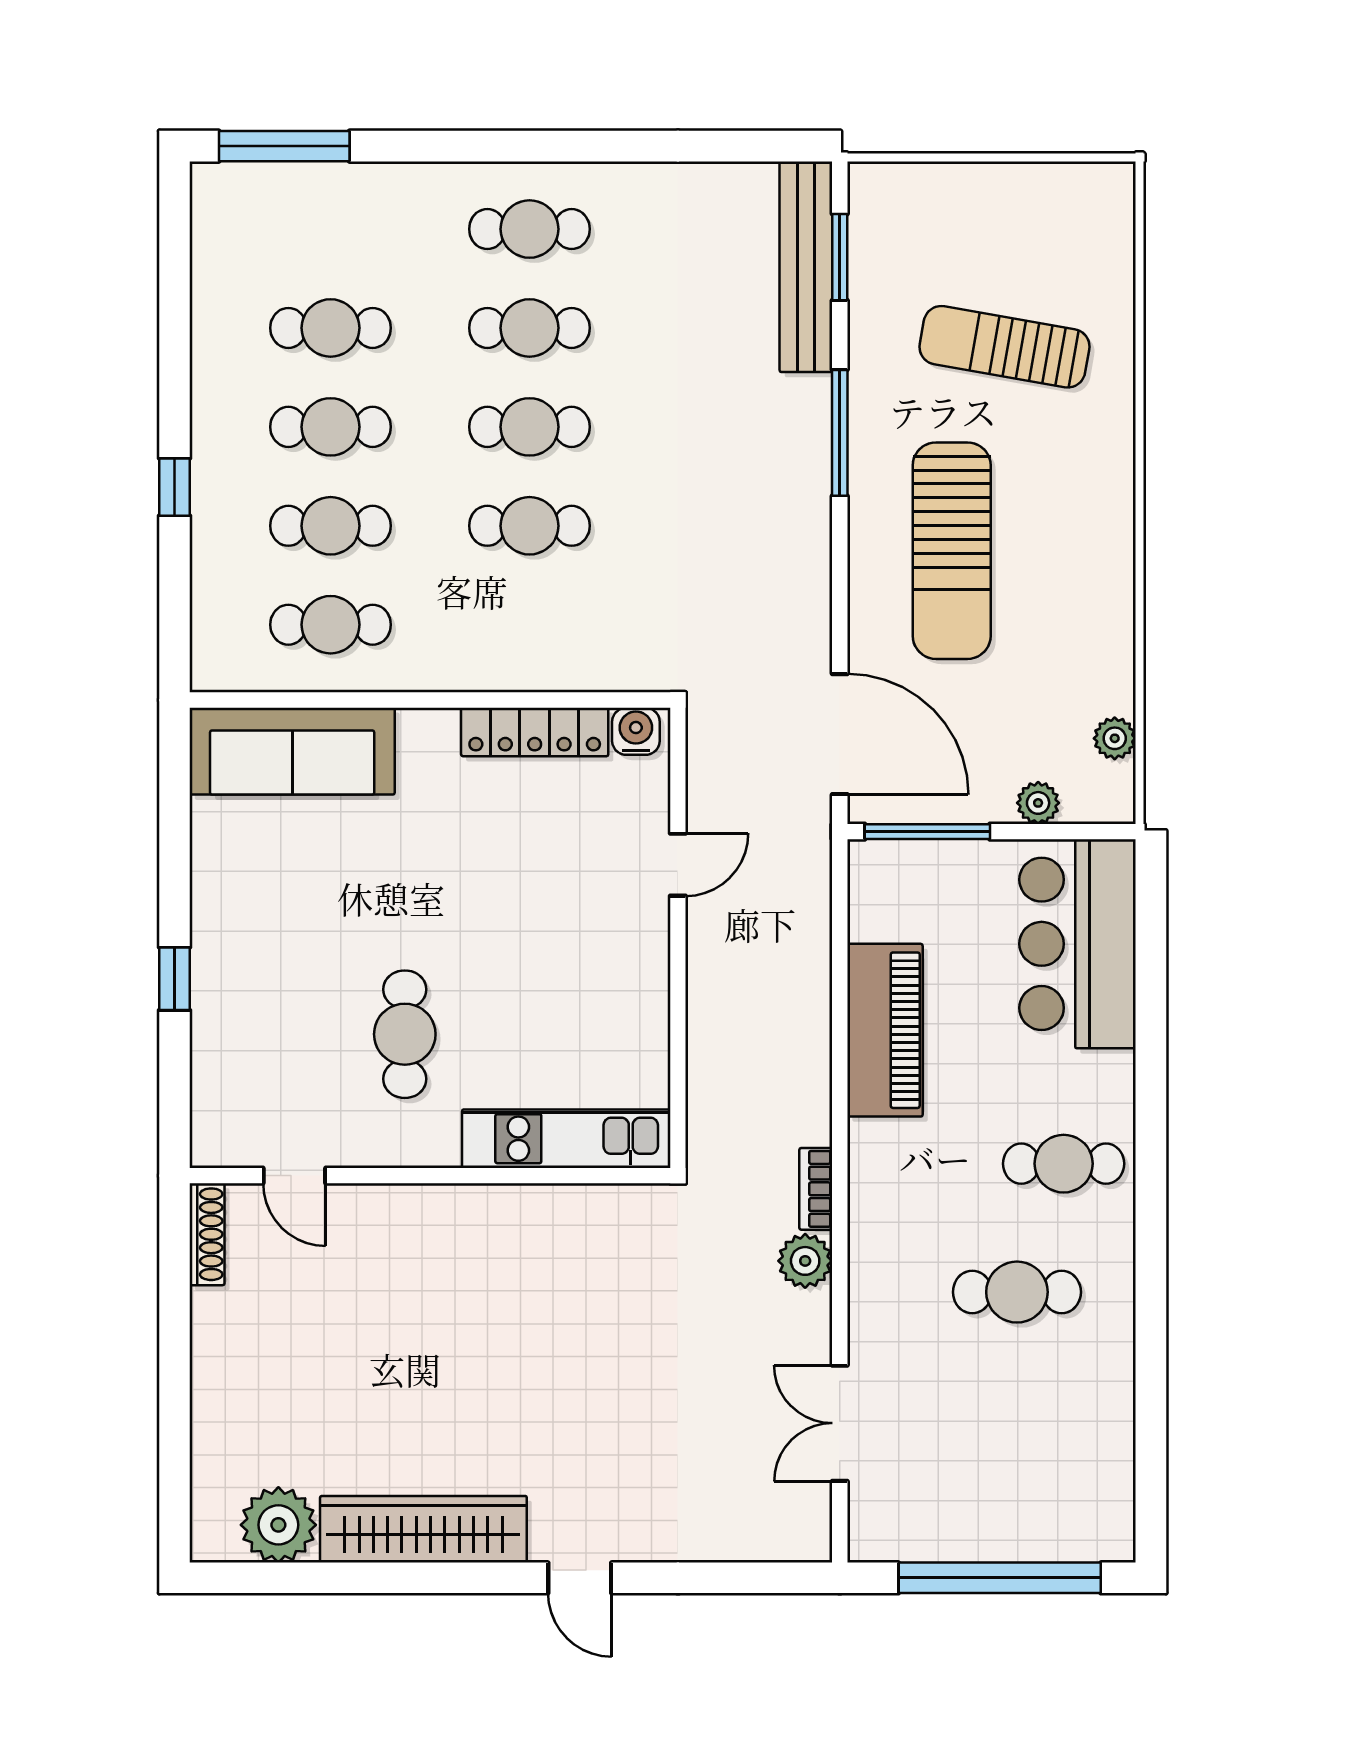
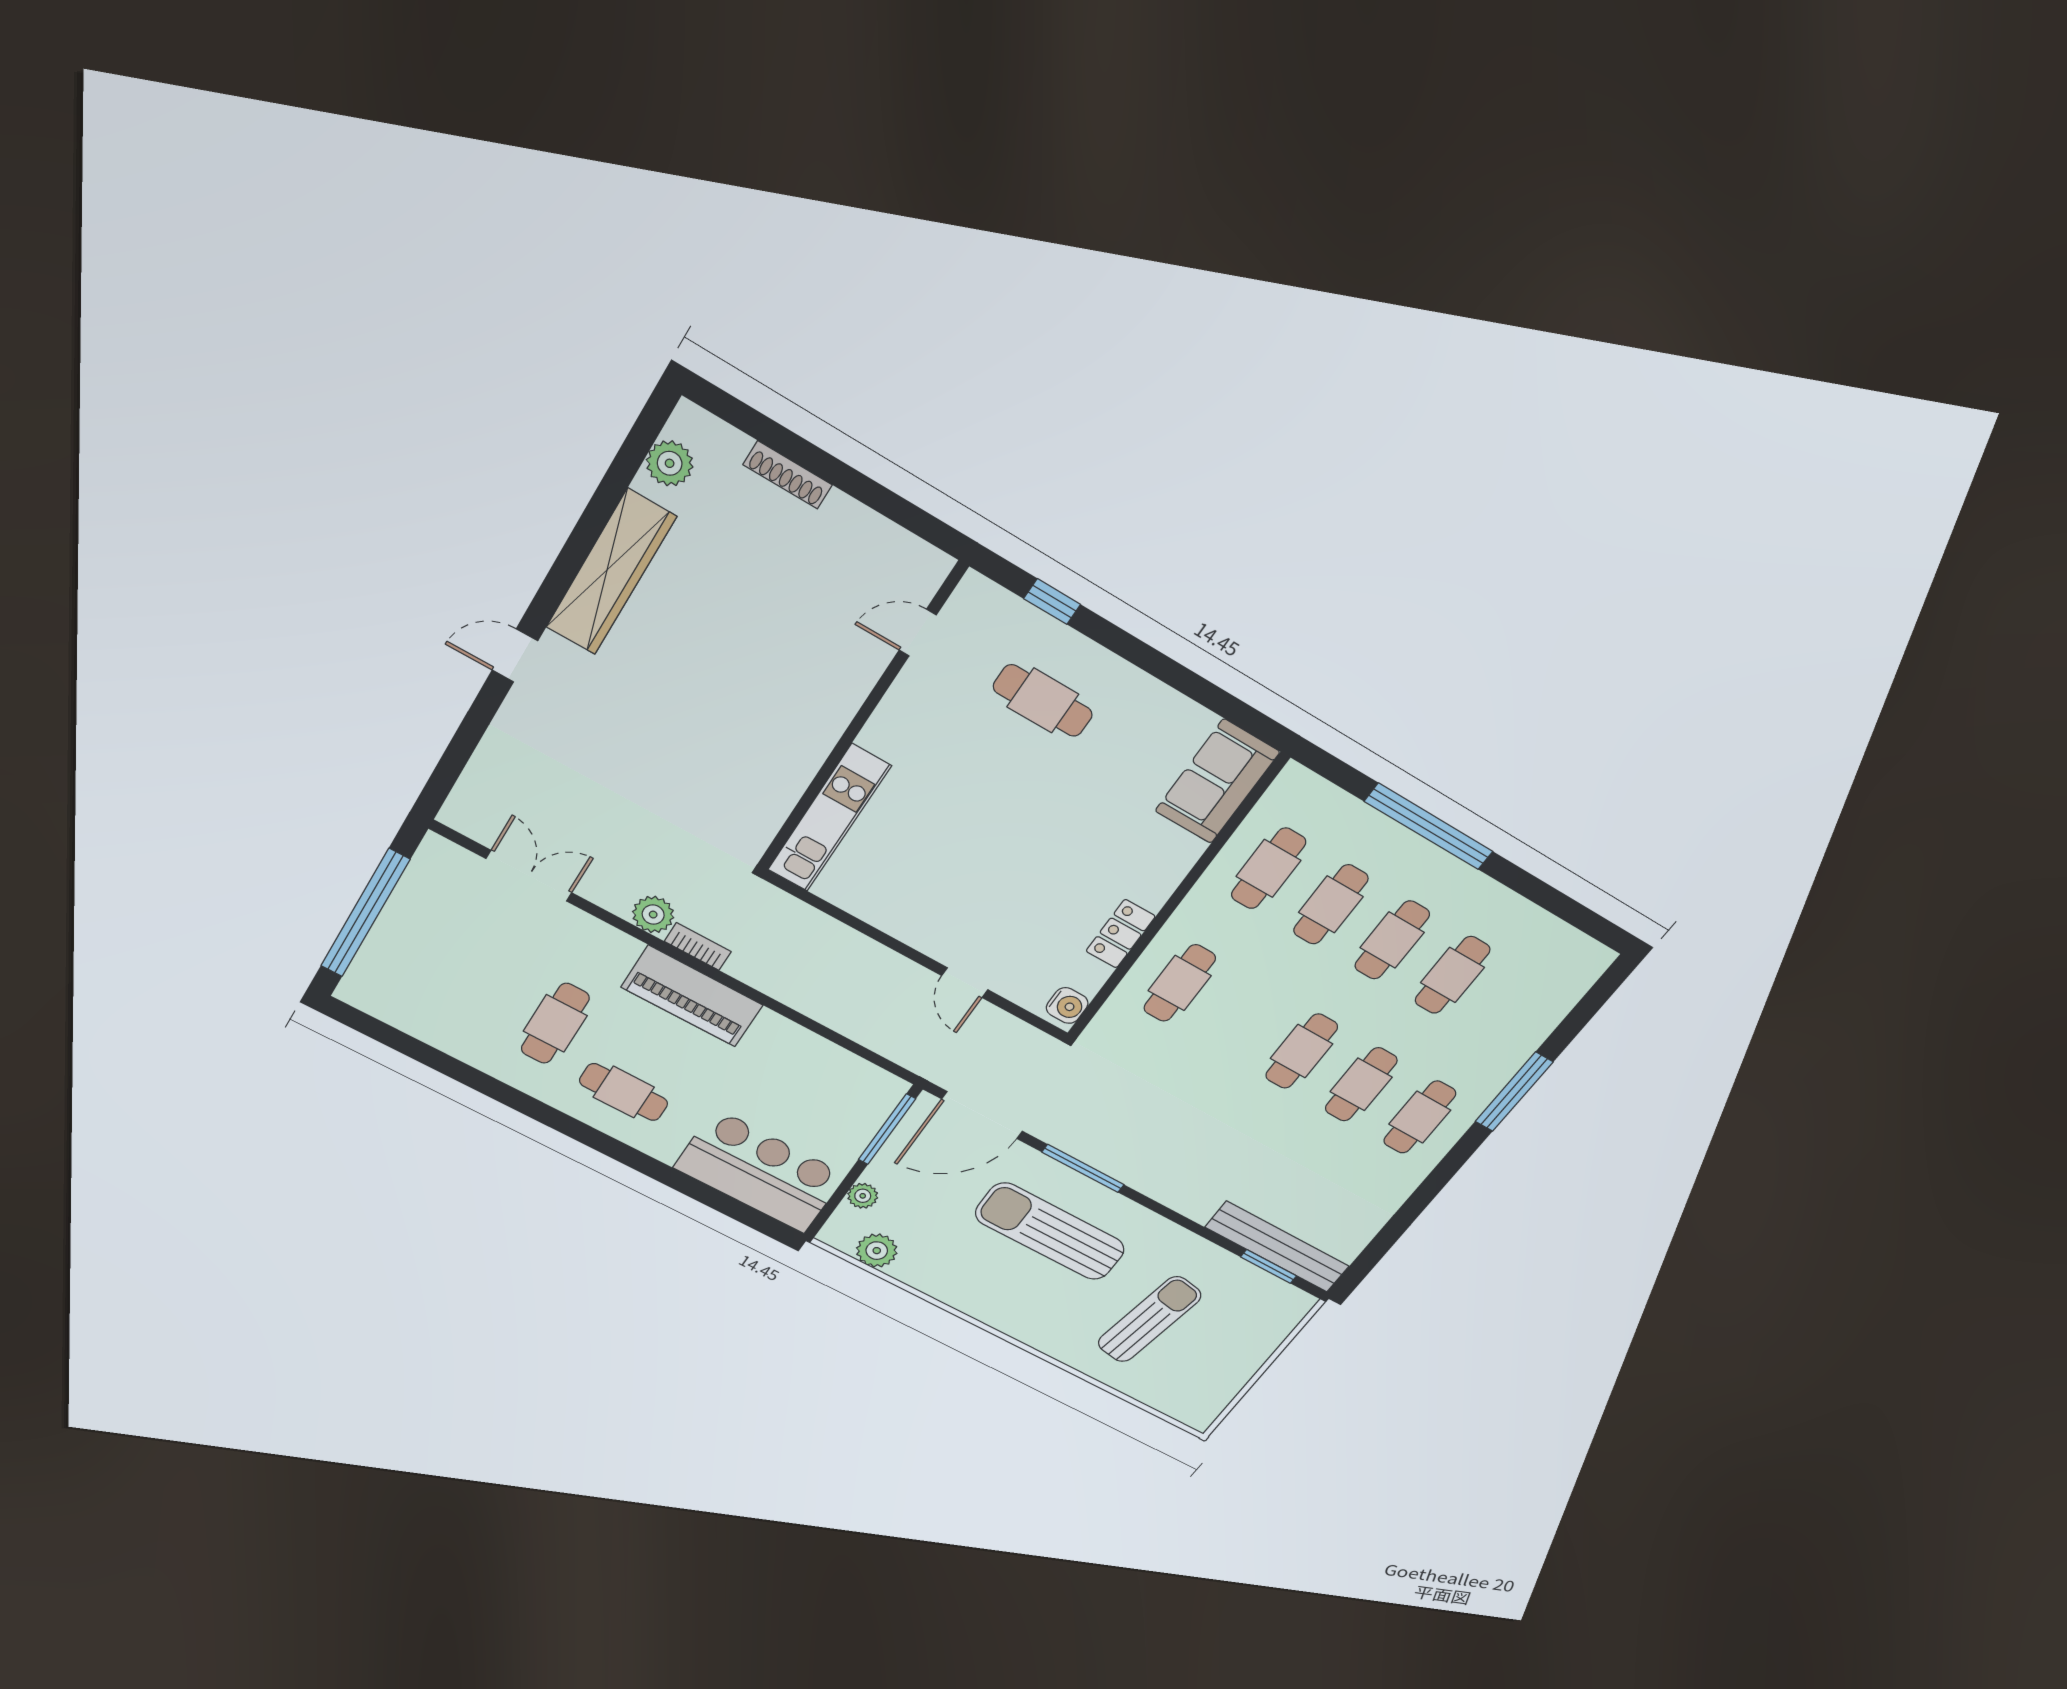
window: (284, 146) -> (1514, 1092), moved
window: (840, 433) -> (1083, 1168), moved
window: (175, 487) -> (1429, 826), width x3.17
cafe table: (529, 526) -> (1180, 983), moved
locker: (535, 732) -> (1121, 934), width x0.66
plant: (1115, 738) -> (877, 1251), width x1.38, depth x1.38
sofa: (292, 751) -> (1217, 781), width x0.73
window: (175, 979) -> (1052, 602), moved
piano: (885, 1030) -> (692, 996), moved
cafe table: (405, 1034) -> (1043, 701), moved
cafe table: (1064, 1164) -> (624, 1092), turned 90
shoe rack: (207, 1234) -> (788, 475), moved
plant: (278, 1525) -> (670, 463), width x0.73, depth x0.73

